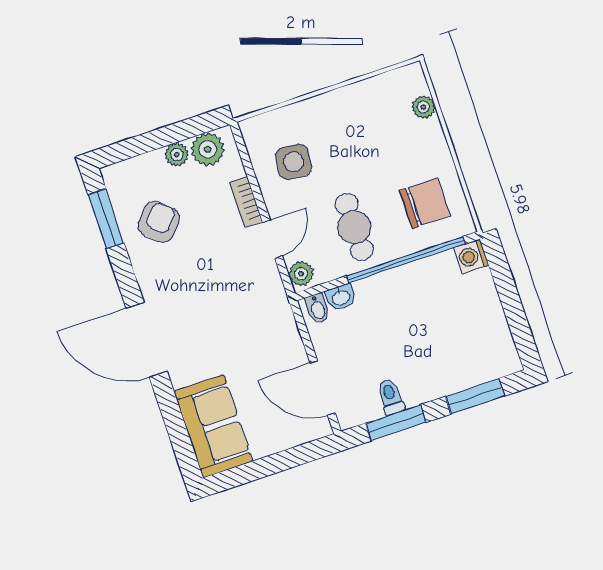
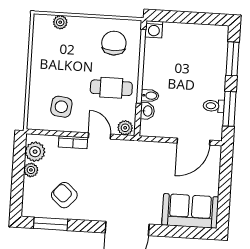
bidet: (317, 308) -> (150, 96), moved

